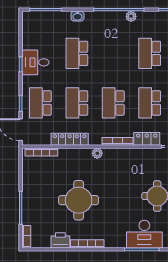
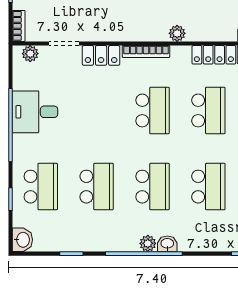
washbasin: (77, 16) -> (167, 244), moved
plant: (131, 16) -> (148, 243), moved
school desk: (150, 103) -> (152, 187), moved

